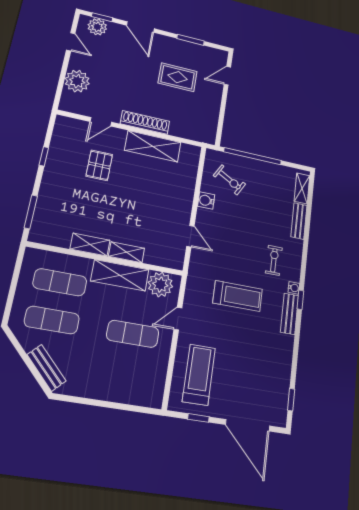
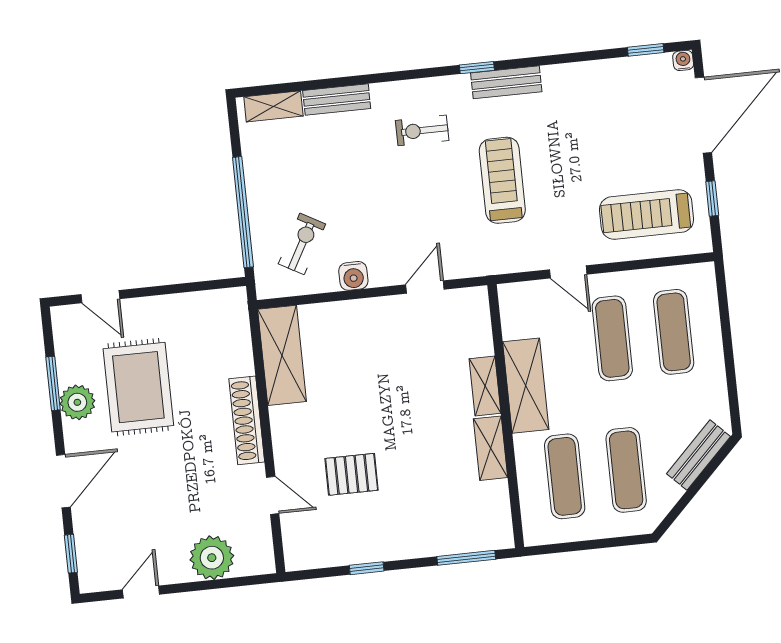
plant: (97, 27) -> (77, 402), moved
rug: (178, 77) -> (138, 387), width x1.36, depth x1.43
shelving: (153, 146) -> (282, 355), moved
plant: (160, 285) -> (521, 316), removed
water cooler: (294, 288) -> (683, 60), moved
exercise mat: (126, 372) -> (674, 332), added

